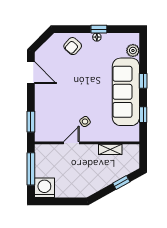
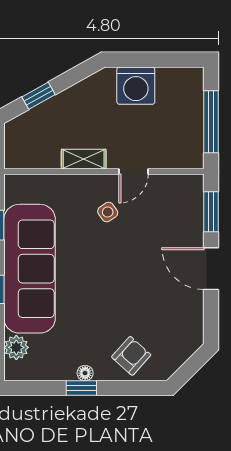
door: (31, 73) -> (211, 269), moved
shelving: (110, 149) -> (84, 159), moved
washing machine: (44, 188) -> (136, 86), moved

